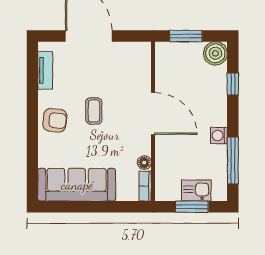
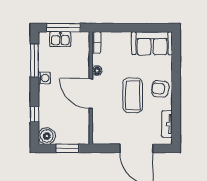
coffee table: (94, 111) -> (133, 95), width x1.86, depth x1.72
floor lamp: (144, 163) -> (97, 71), moved
sofa: (77, 185) -> (152, 43), width x0.73
window: (192, 207) -> (63, 28), width x1.44

